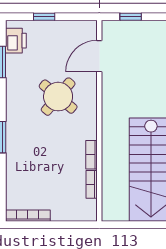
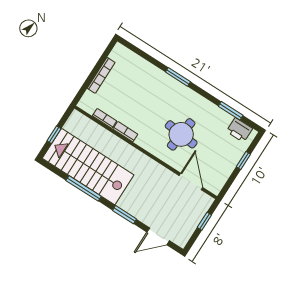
round table: (58, 97) -> (181, 134), turned -34
bookcase: (28, 216) -> (101, 75), moved
window: (141, 225) -> (54, 135), added

